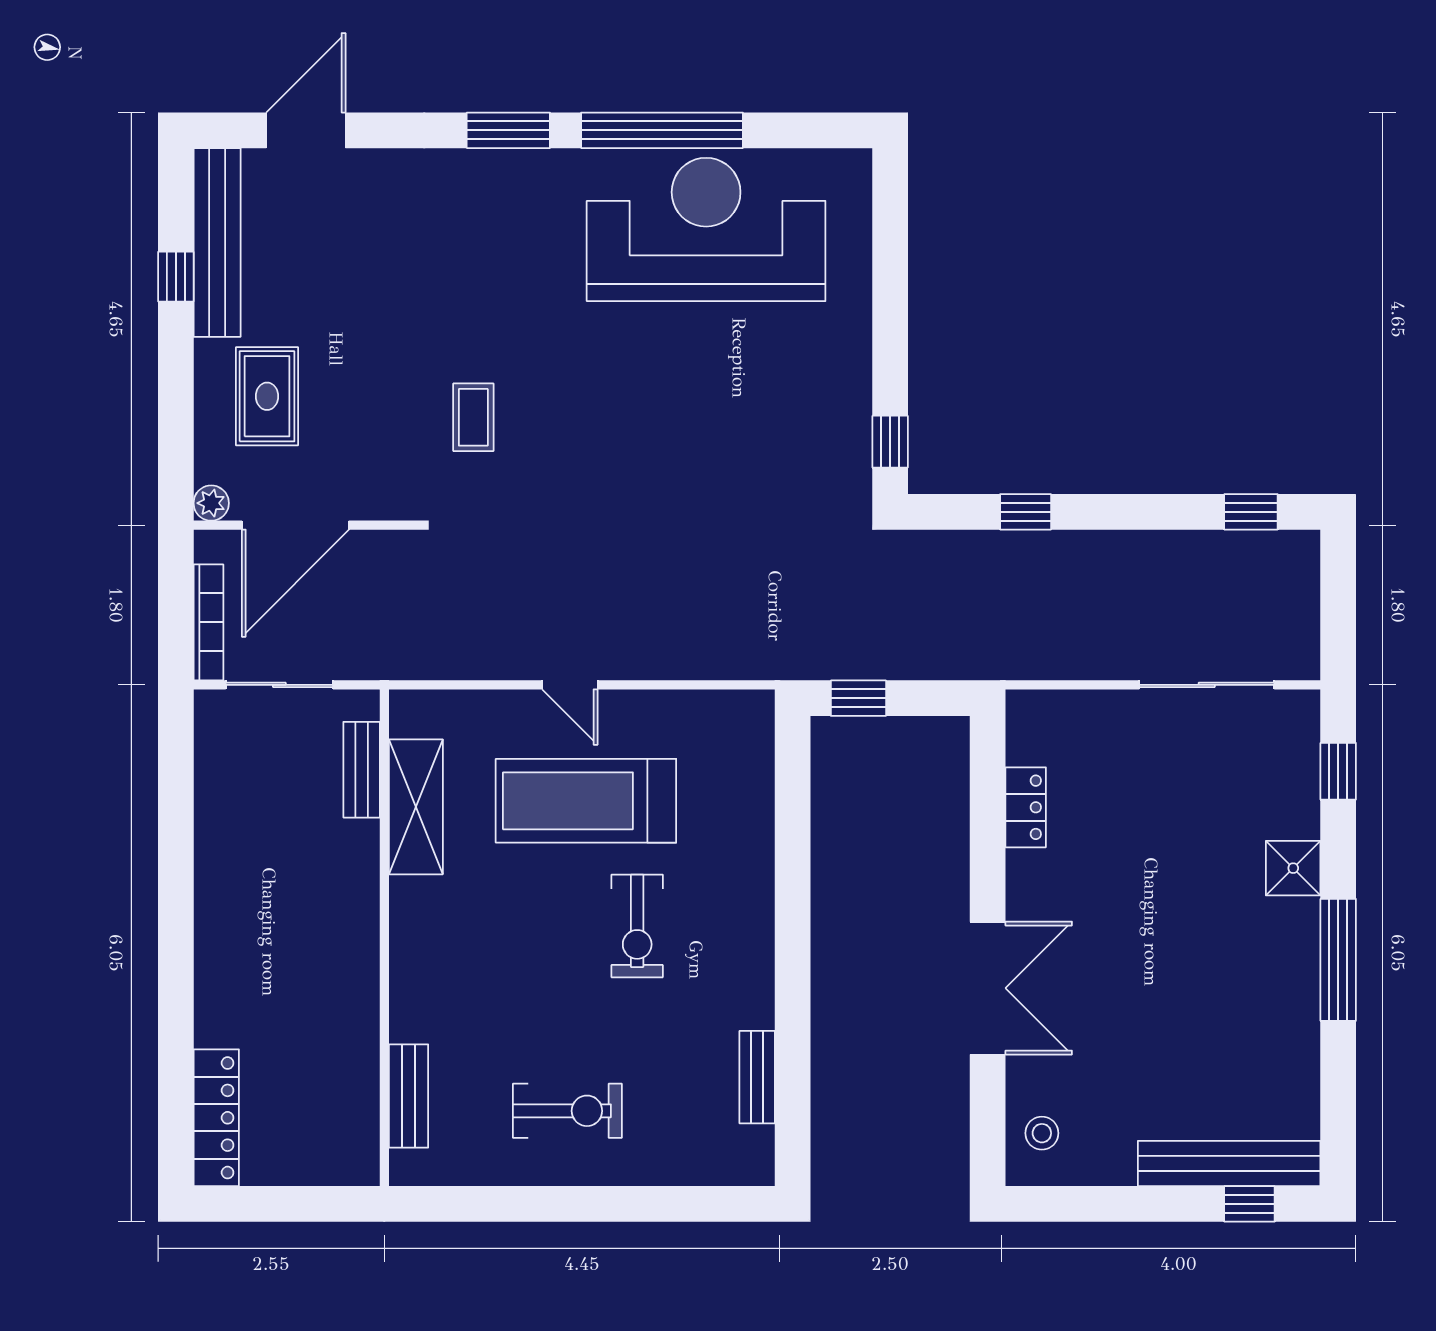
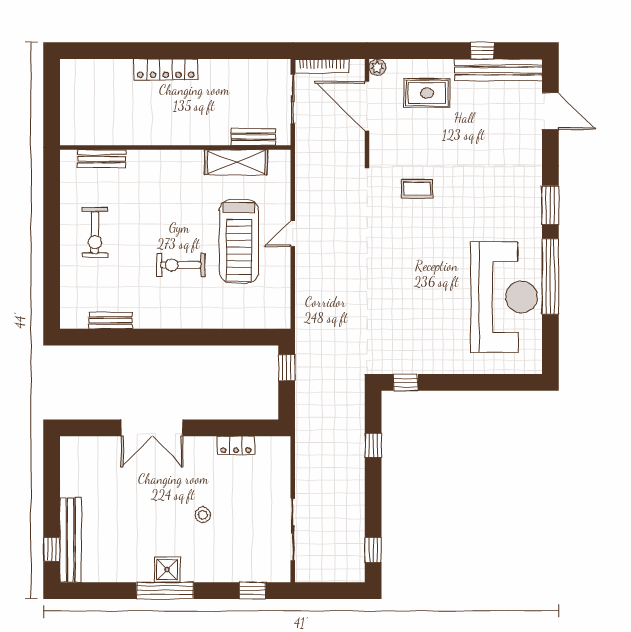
treadmill: (586, 801) -> (239, 241), turned 180
shower: (1293, 868) -> (167, 570), moved
locker: (216, 1118) -> (166, 69), moved
stool: (1042, 1133) -> (203, 515), moved

